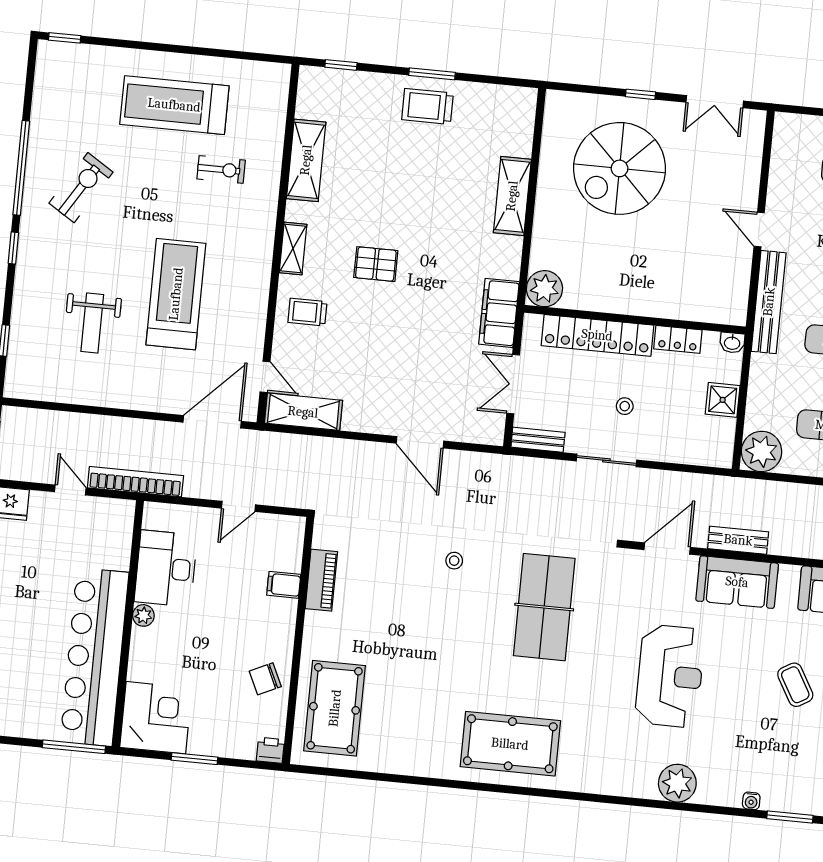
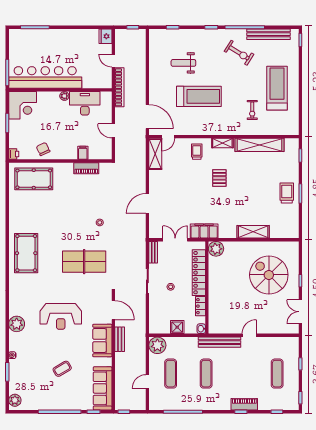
bench: (44, 113) -> (268, 34), added
shelving: (306, 160) -> (259, 145), width x1.47
door: (70, 490) -> (113, 61), swing flipped

